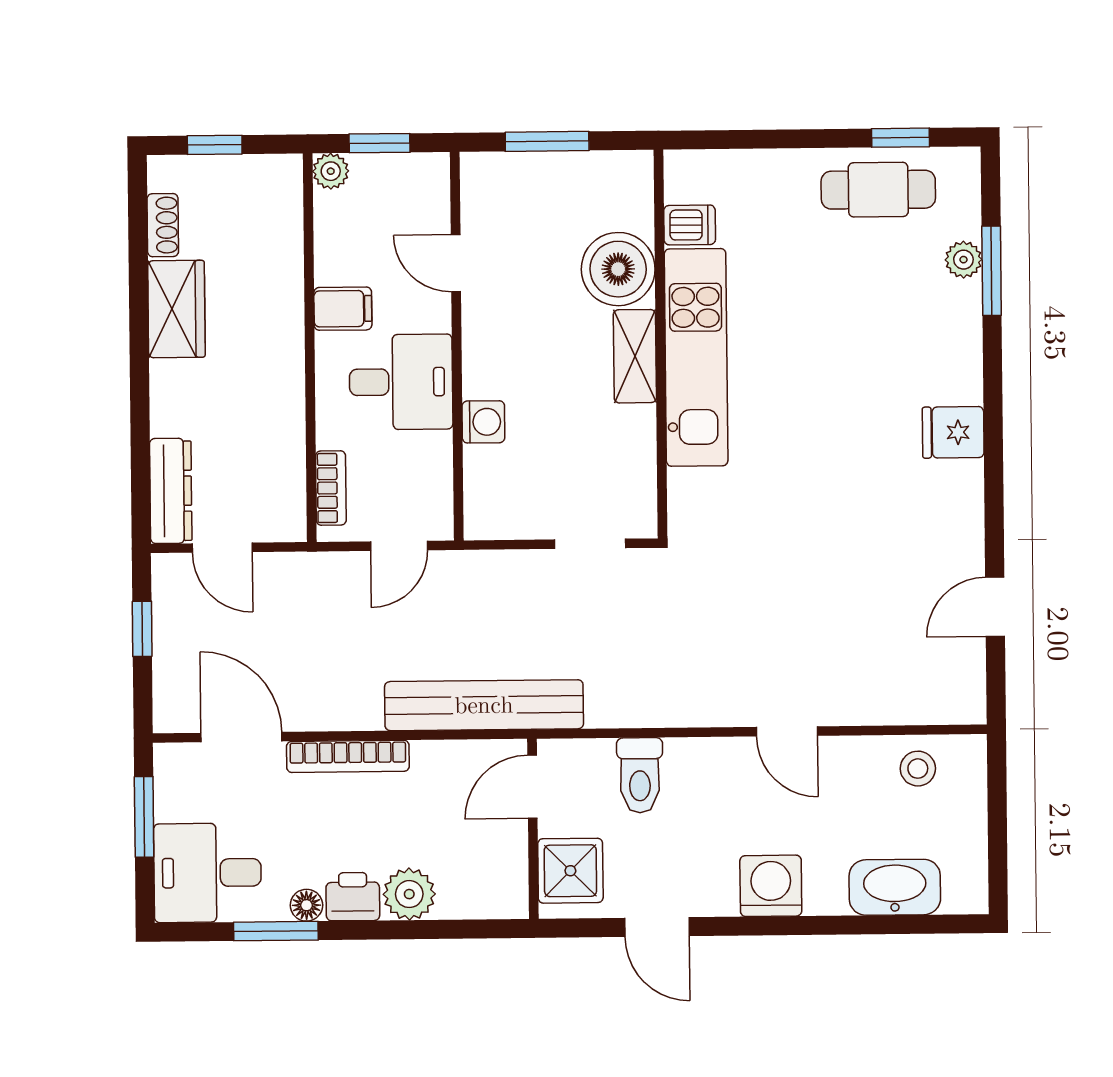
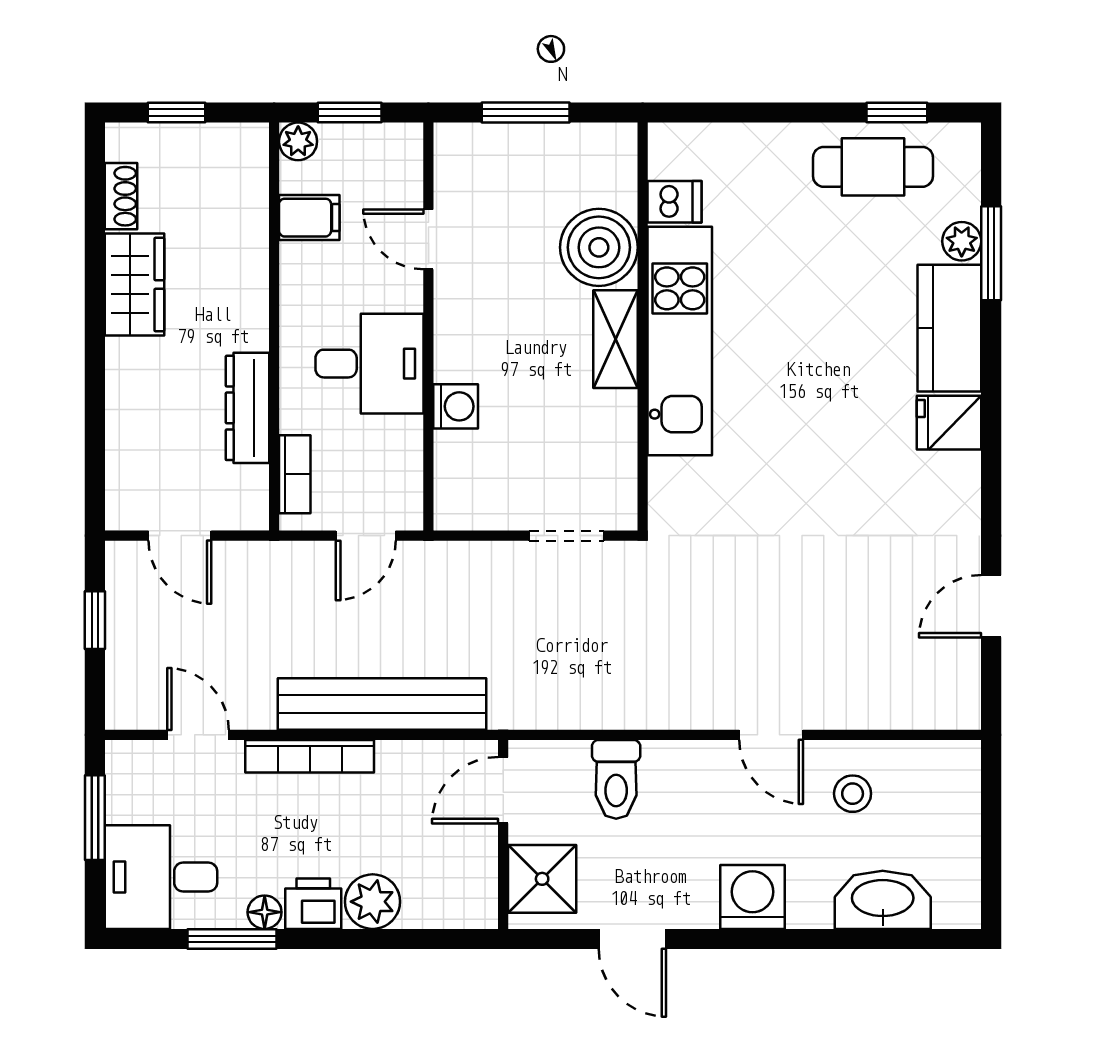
filing cabinet: (343, 309) -> (309, 218), moved
kitchen counter: (953, 342) -> (949, 328), added
dresser: (171, 491) -> (247, 408), moved, turned 180
bench: (484, 705) -> (382, 704), moved
door: (241, 737) -> (198, 735), width x0.73
stool: (918, 769) -> (853, 794), moved

